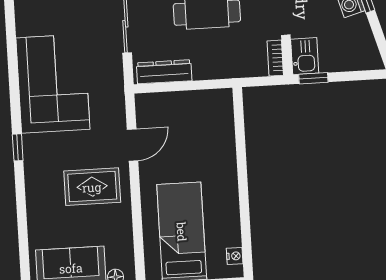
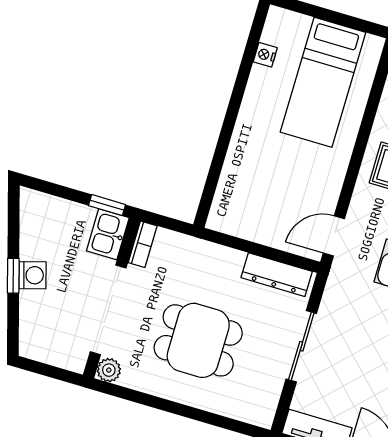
door: (133, 145) -> (334, 236), moved
nightstand: (235, 256) -> (265, 55), moved

